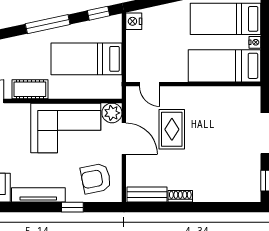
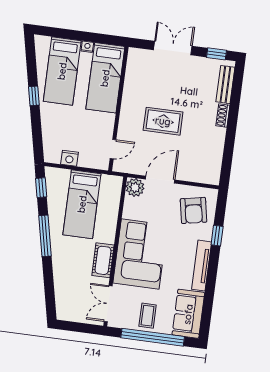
nightstand: (134, 21) -> (69, 158), moved
corner sofa: (66, 128) -> (140, 254), moved
rug: (172, 129) -> (163, 121), moved
bench: (147, 194) -> (225, 85), moved
shoe rack: (180, 196) -> (223, 116), moved

